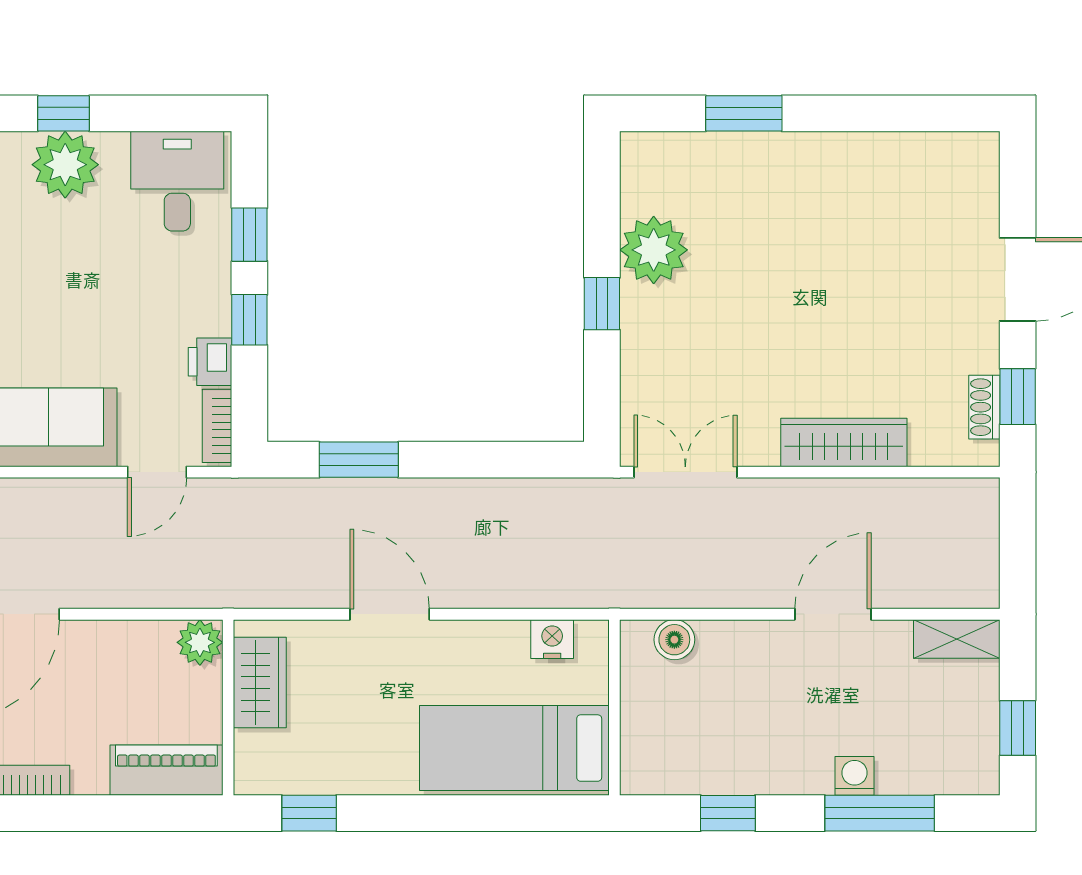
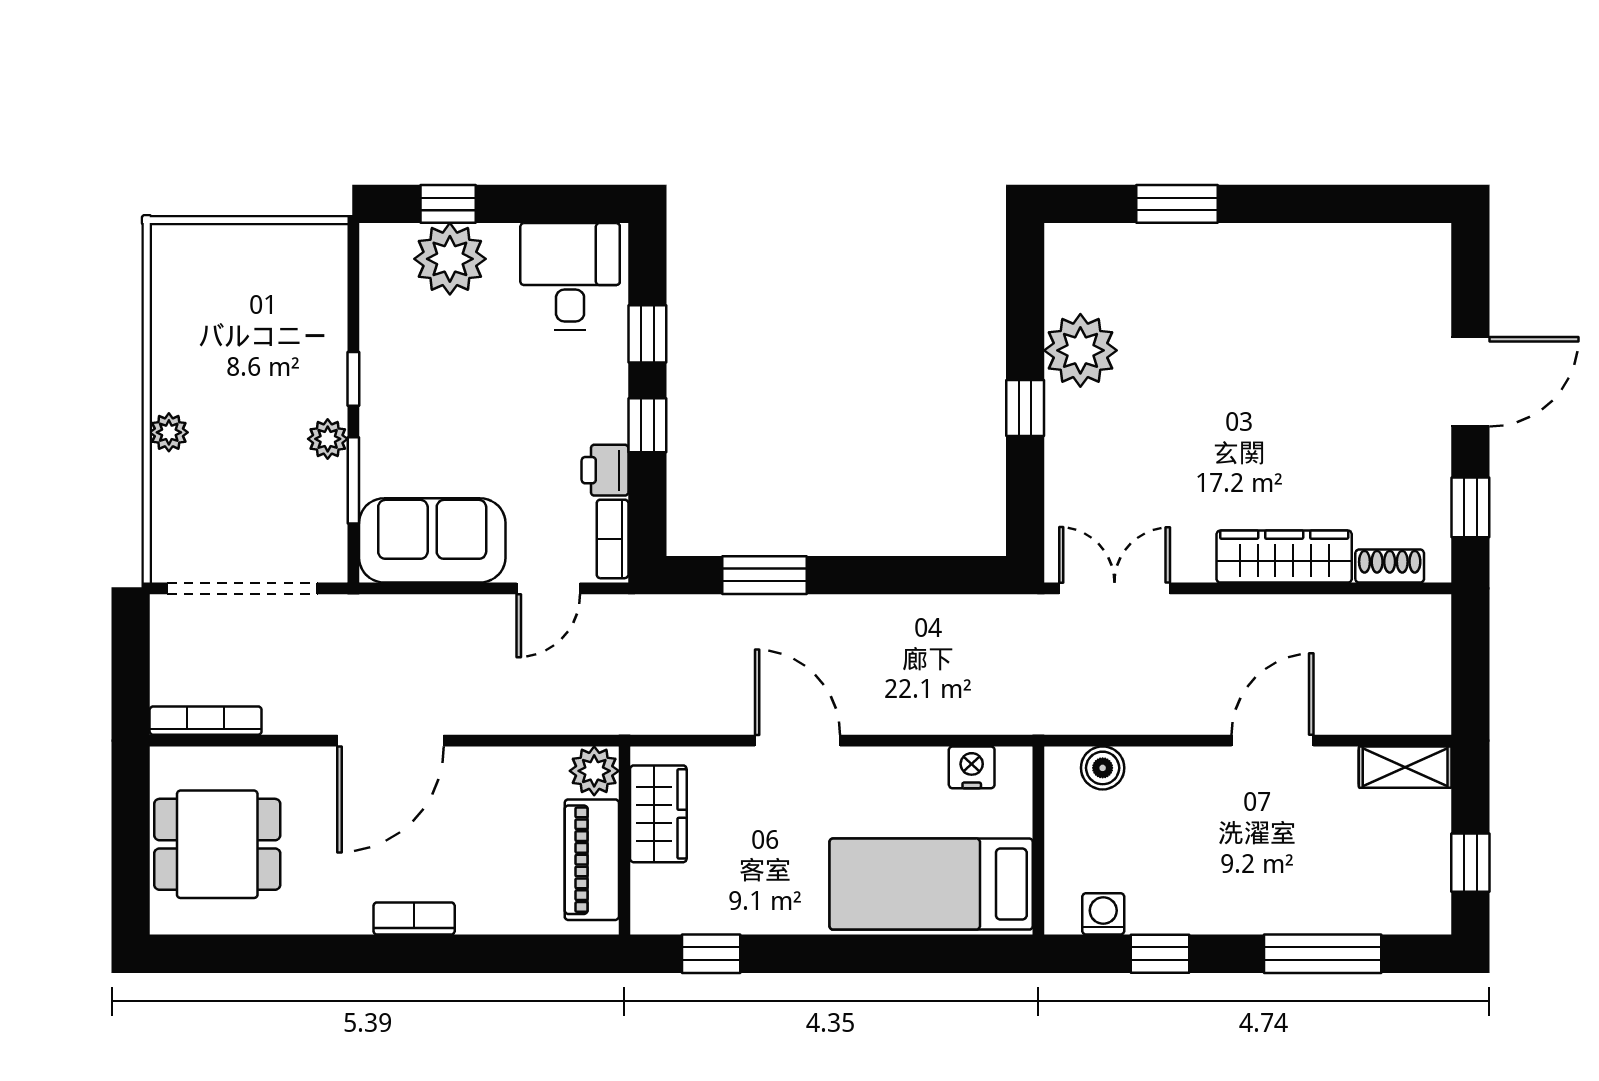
shoe rack: (984, 407) -> (1390, 566), moved, turned 90
piano: (166, 770) -> (592, 860), moved, turned -90
washing machine: (854, 776) -> (1103, 914), moved

